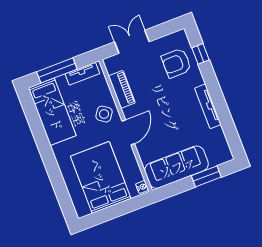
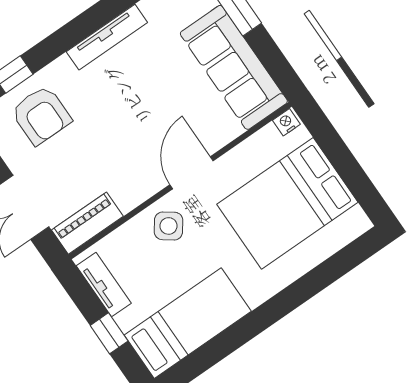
window: (57, 70) -> (109, 333), width x0.46
piano: (122, 89) -> (87, 223), moved
door: (128, 132) -> (191, 173), hinge flipped

